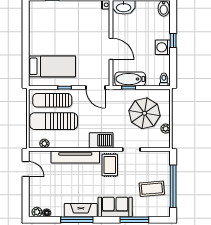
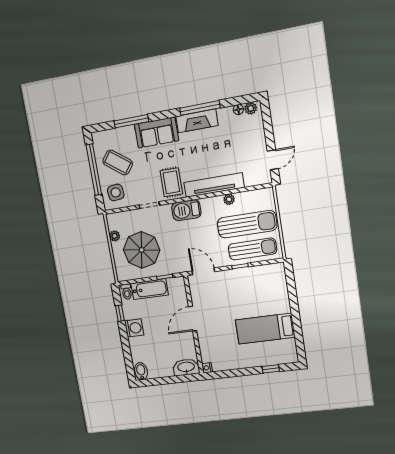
window: (173, 41) -> (120, 313), moved
door: (111, 49) -> (193, 319), hinge flipped
bed: (52, 66) -> (265, 329), moved
bathtub: (130, 79) -> (150, 289), moved
plant: (44, 143) -> (229, 199), moved
side table: (158, 164) -> (116, 192), added
door: (26, 169) -> (273, 160), swing flipped
coffee table: (152, 189) -> (118, 162), turned 42

